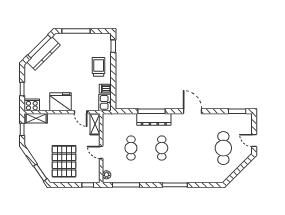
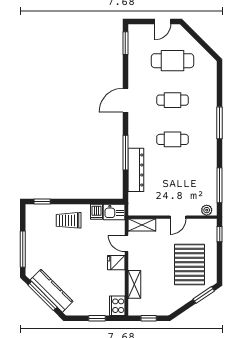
fridge: (60, 102) -> (116, 263), width x0.53, depth x0.75
door: (81, 112) -> (126, 243), swing flipped
shelving: (36, 118) -> (134, 284), moved
dresser: (154, 119) -> (136, 170), moved
cafe table: (131, 148) -> (173, 100), moved
pallet: (64, 161) -> (190, 264), turned 90

